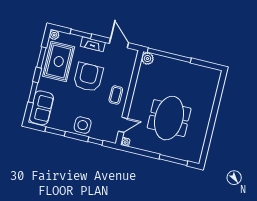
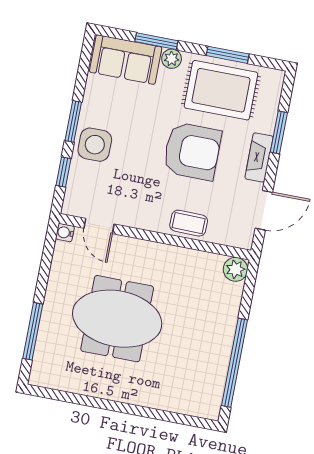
plant: (54, 35) -> (172, 59), moved
window: (169, 55) -> (235, 363), moved
coffee table: (116, 95) -> (189, 223), moved
window: (55, 131) -> (73, 121), moved

